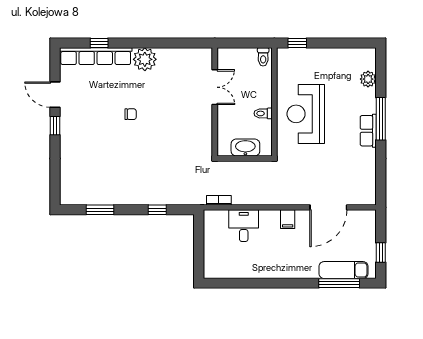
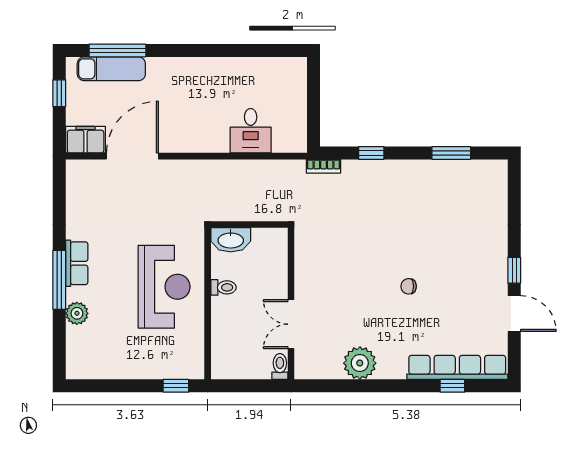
toilet: (263, 57) -> (280, 366), moved
plant: (145, 59) -> (360, 363), moved
plant: (368, 79) -> (77, 313), moved
washbasin: (245, 148) -> (231, 240), moved
bookcase: (219, 200) -> (324, 166), moved
filing cabinet: (288, 219) -> (86, 140), moved, width x2.00

